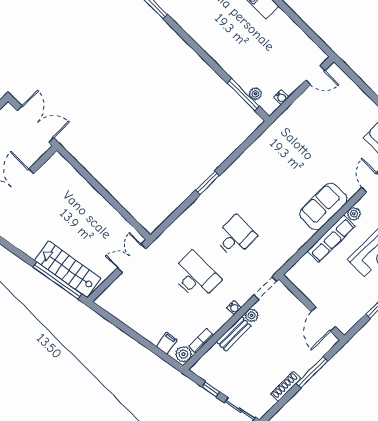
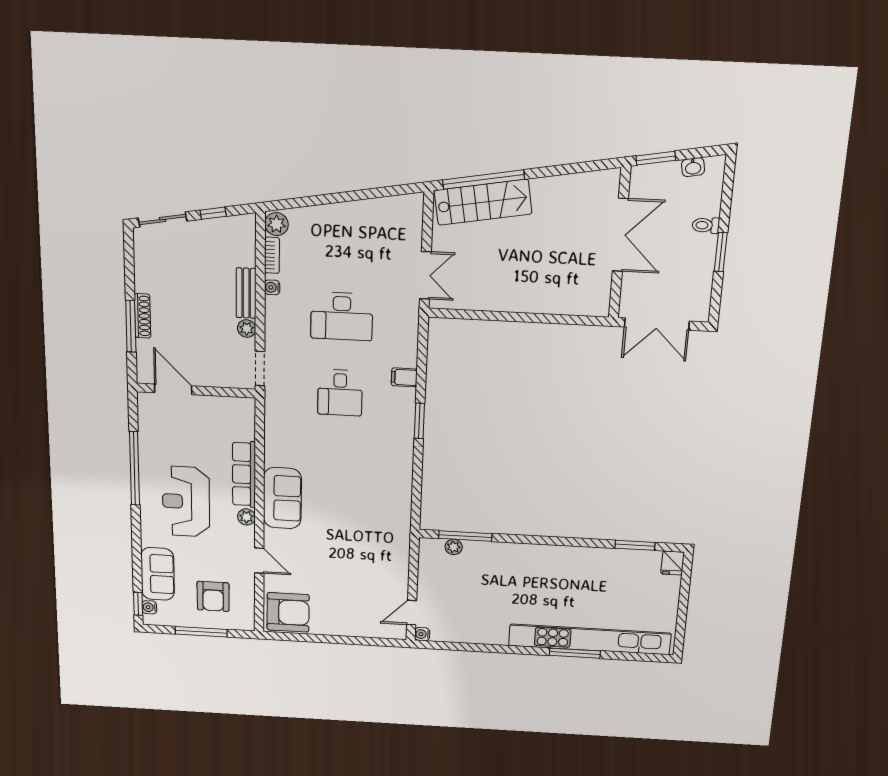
water cooler: (281, 97) -> (422, 634), moved
water cooler: (234, 308) -> (272, 287), moved
filing cabinet: (167, 343) -> (404, 377), moved, turned 100
shoe rack: (286, 386) -> (142, 316), moved

